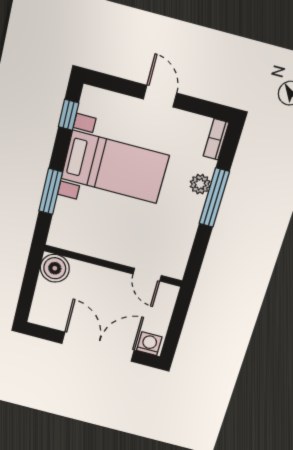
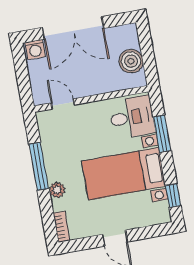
window: (214, 198) -> (39, 166), moved
desk: (77, 225) -> (132, 117), added
boiler: (55, 268) -> (131, 61), moved

